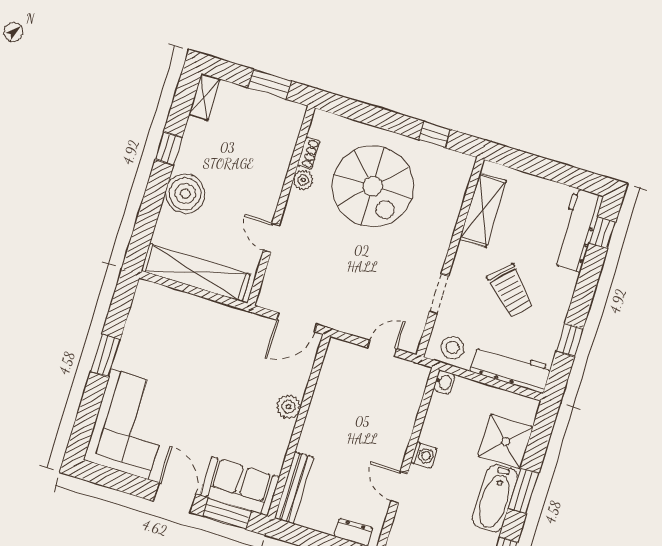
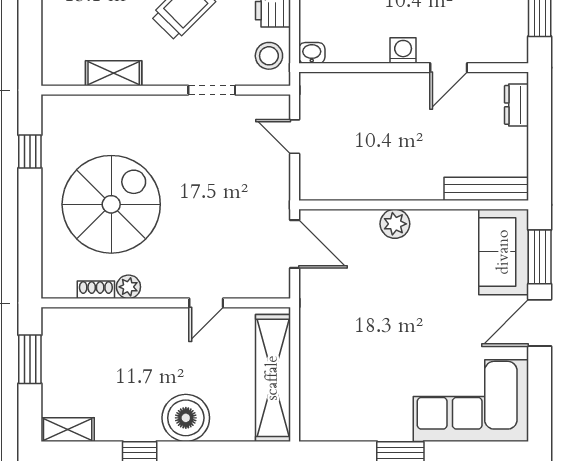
shelving: (483, 210) -> (114, 73), width x0.67, depth x0.75

